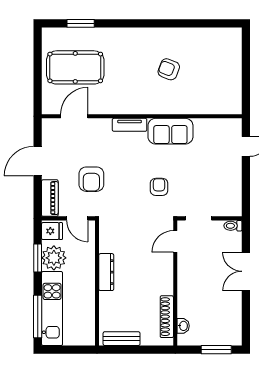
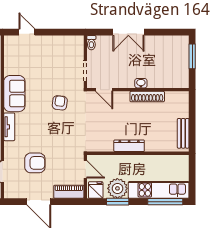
armchair: (91, 179) -> (35, 163), moved
armchair: (159, 187) -> (60, 103), turned 97
door: (77, 218) -> (85, 169), hinge flipped
shoe rack: (167, 317) -> (147, 97), moved
washbasin: (183, 326) -> (141, 83), moved

